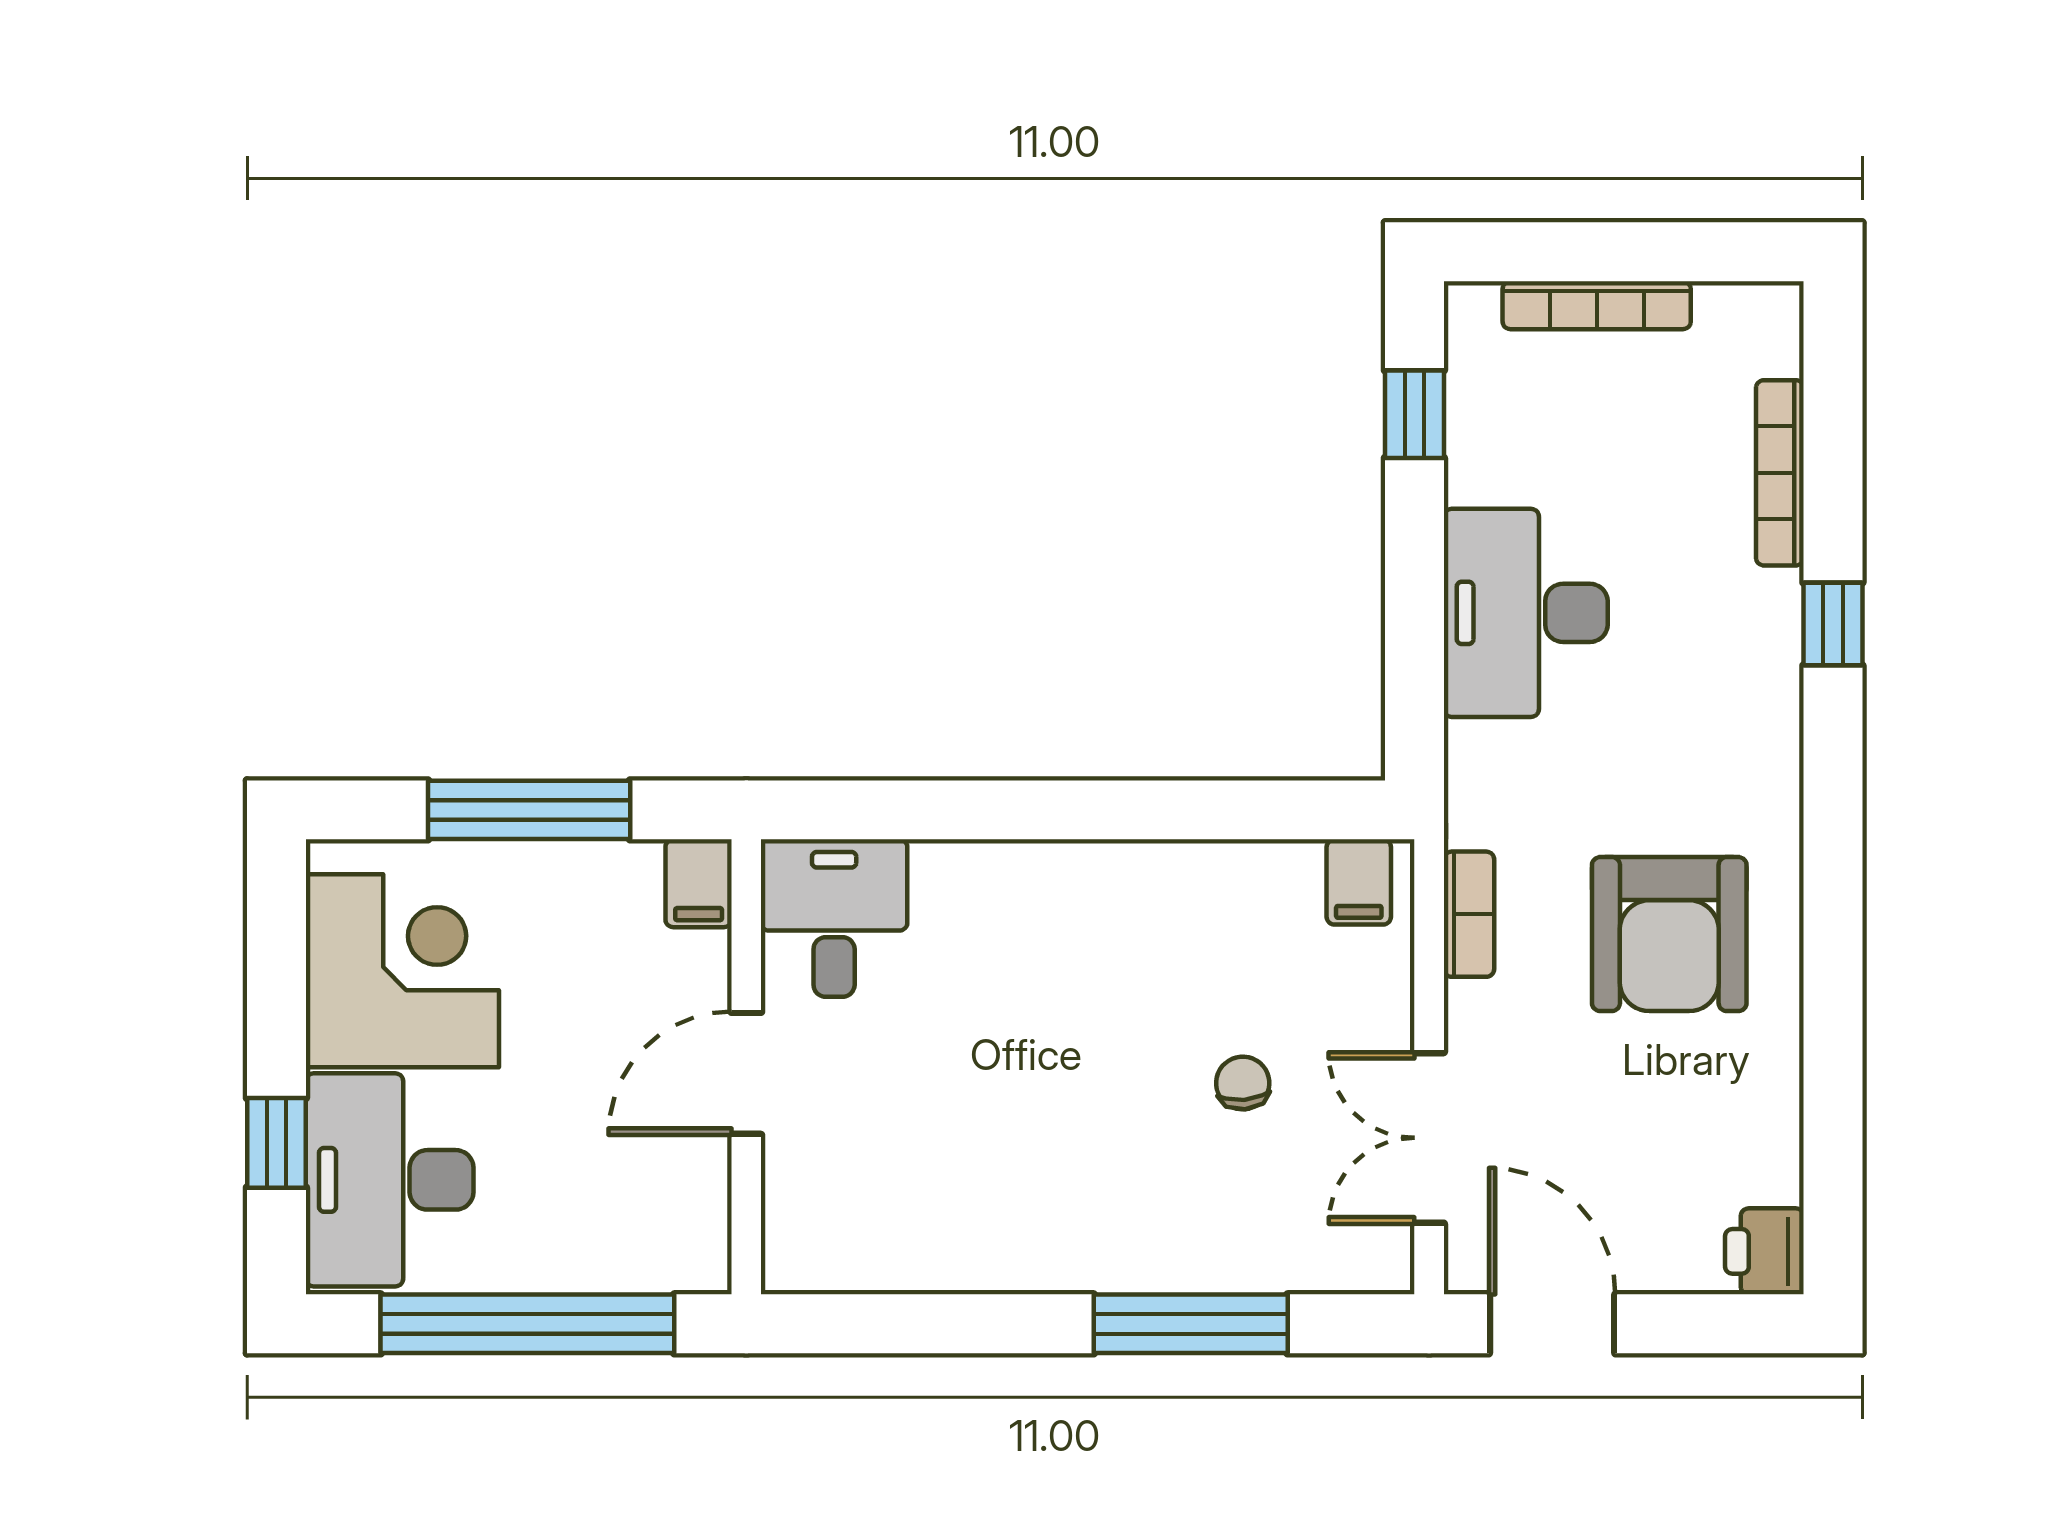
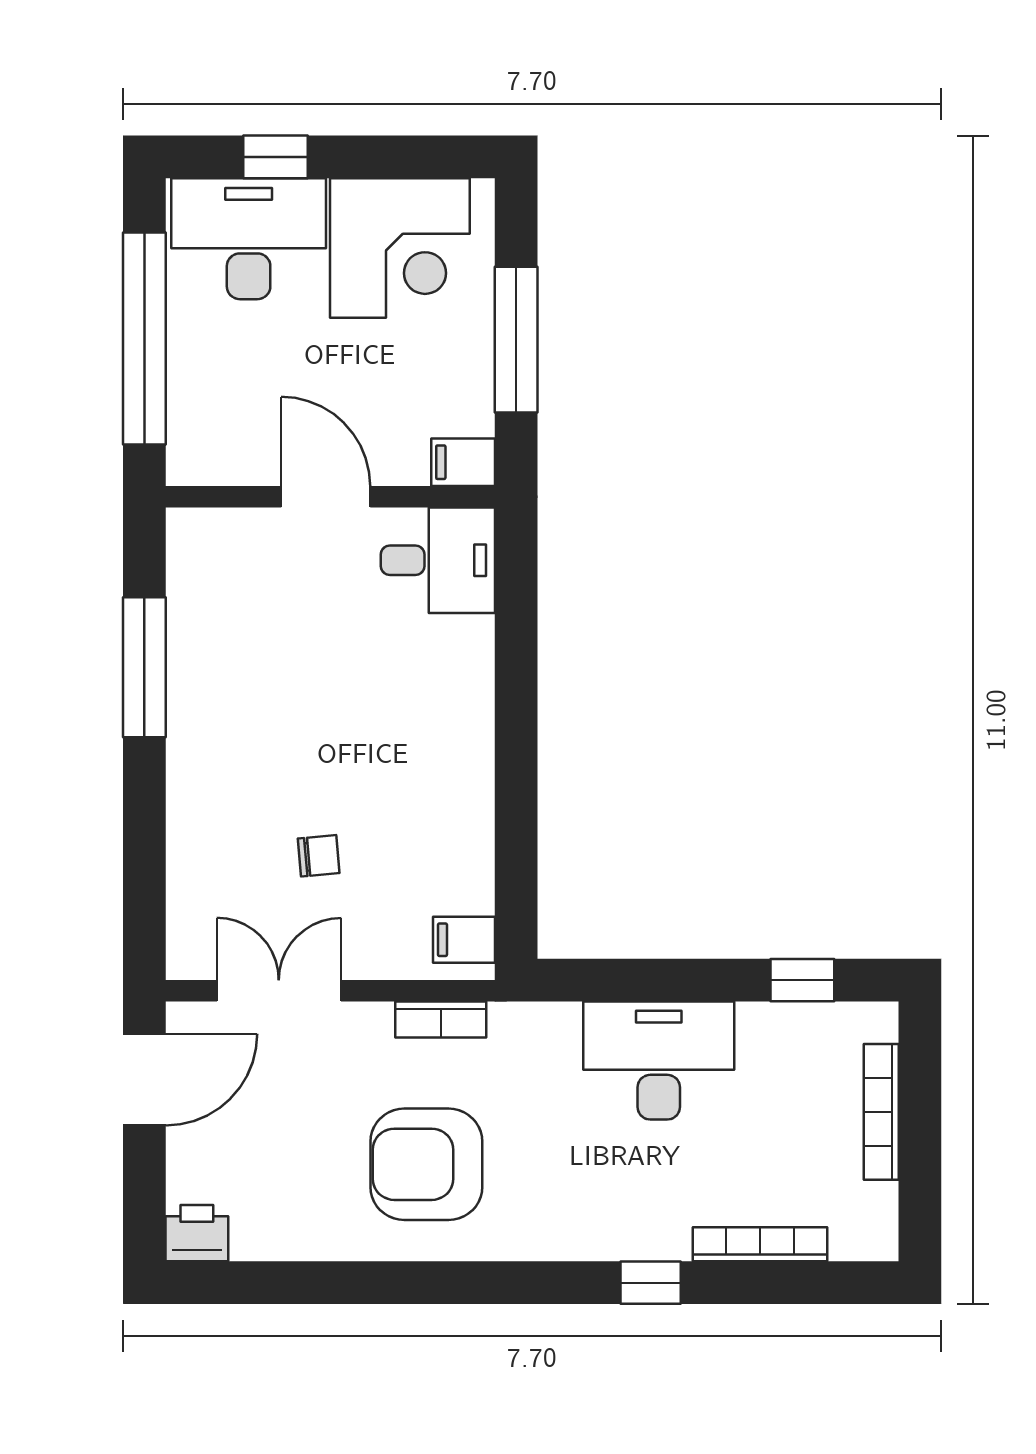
window: (1191, 1324) -> (144, 667), moved

